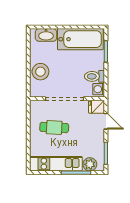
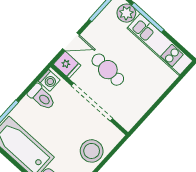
door: (106, 121) -> (71, 42), swing flipped
cafe table: (54, 127) -> (108, 70), moved

